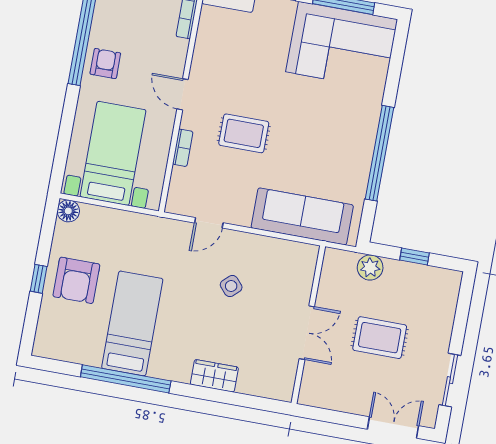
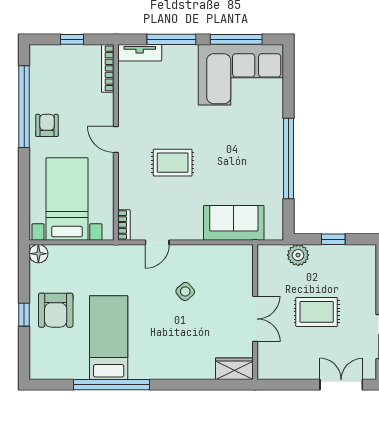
bookcase: (183, 148) -> (124, 225), moved
sofa: (302, 216) -> (234, 223), width x0.73
wardrobe: (214, 376) -> (234, 369), moved

